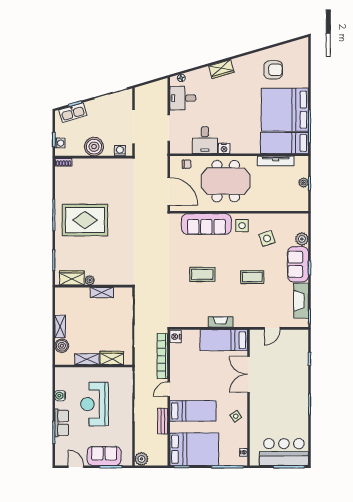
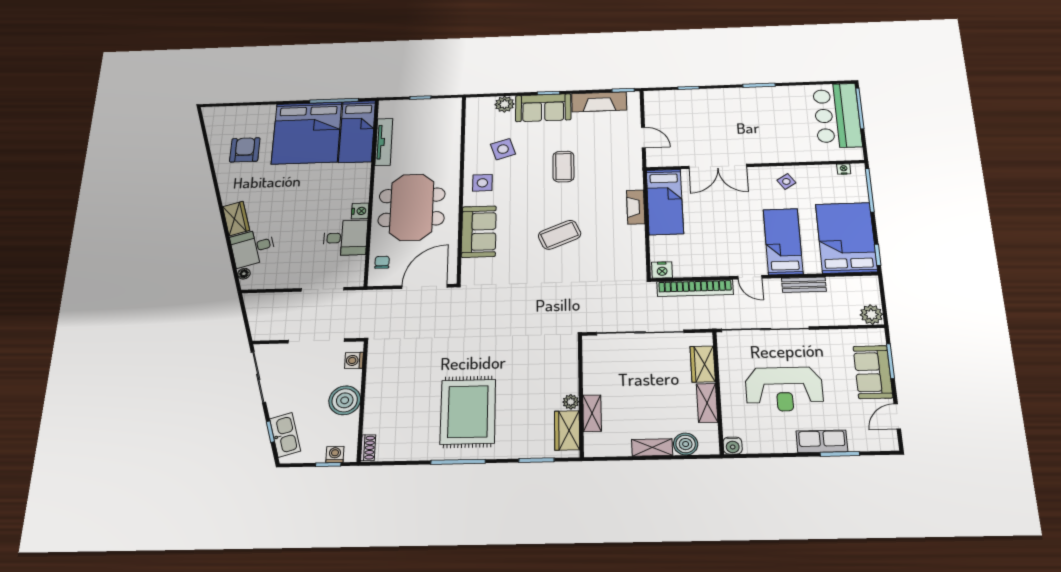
desk: (183, 98) -> (253, 248), moved, turned 74
plant: (303, 183) -> (419, 105), removed
sofa: (206, 224) -> (479, 232), width x0.73
coffee table: (202, 274) -> (560, 235), turned 67
shelving: (102, 293) -> (592, 413), moved
water cooler: (60, 396) -> (733, 446), moved

